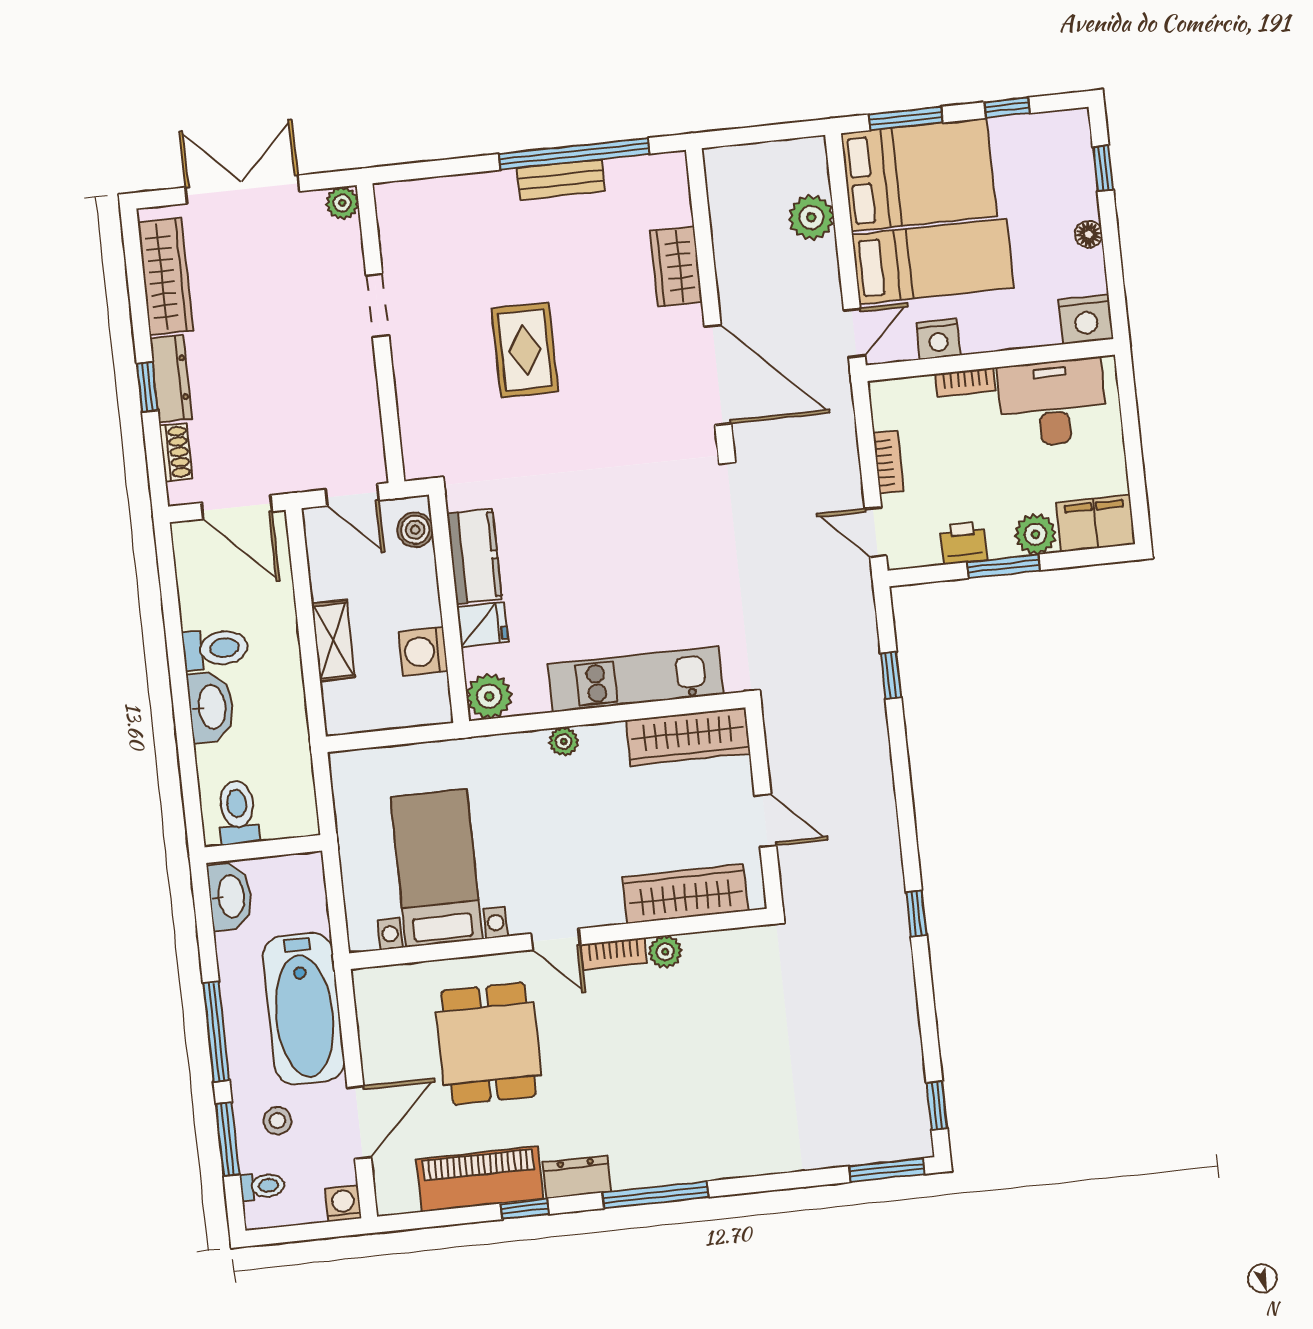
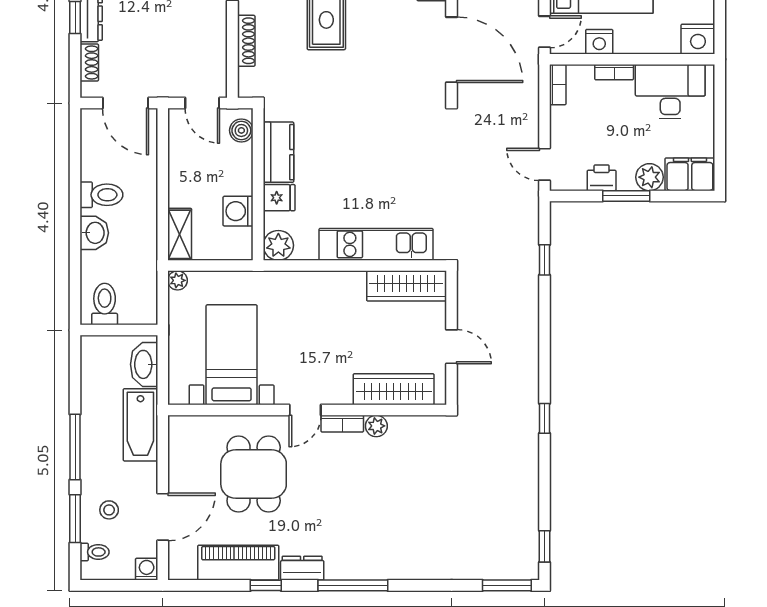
shoe rack: (408, 394) -> (246, 41), added
bookcase: (888, 462) -> (558, 85), moved
shelving: (333, 641) -> (180, 234), moved
washbasin: (211, 707) -> (94, 233), width x0.72
plant: (564, 742) -> (178, 280), moved
washbasin: (230, 896) -> (144, 364), moved, turned 180
door: (556, 939) -> (305, 410), hinge flipped
bathtub: (304, 1009) -> (140, 425), width x0.73, depth x0.73

